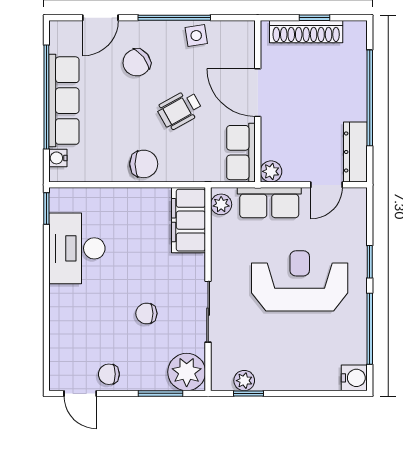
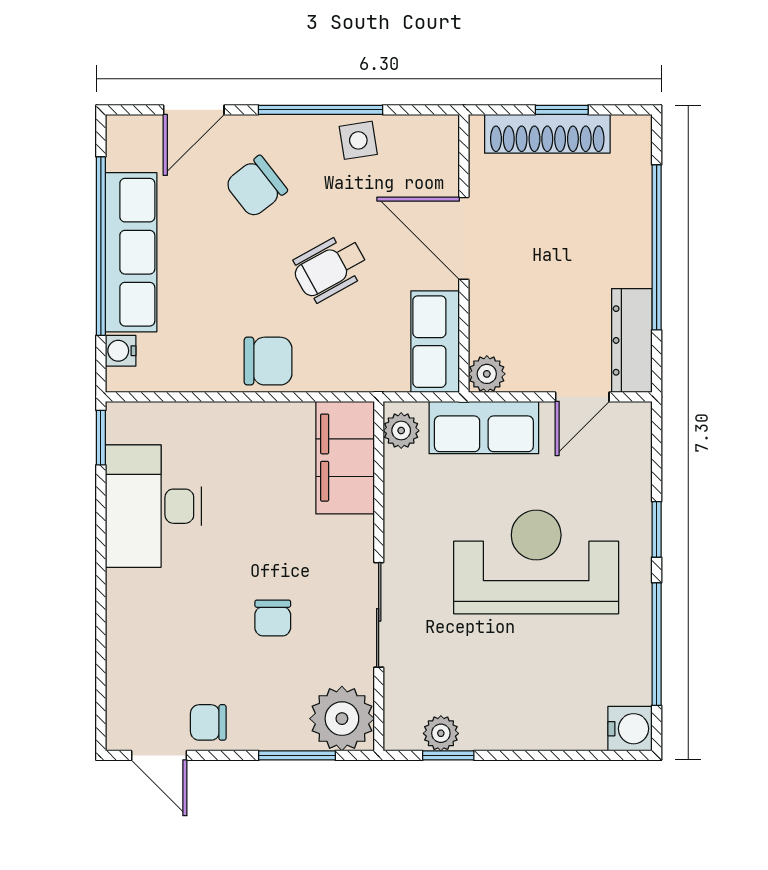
chair: (146, 313) -> (273, 618), turned -90

